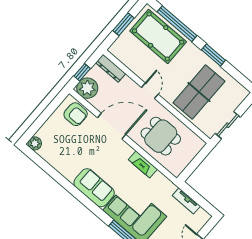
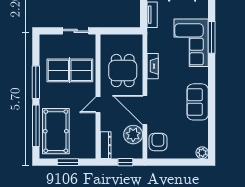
window: (213, 55) -> (36, 82), width x1.44
plant: (87, 88) -> (133, 135), moved
sofa: (94, 188) -> (198, 102), moved

